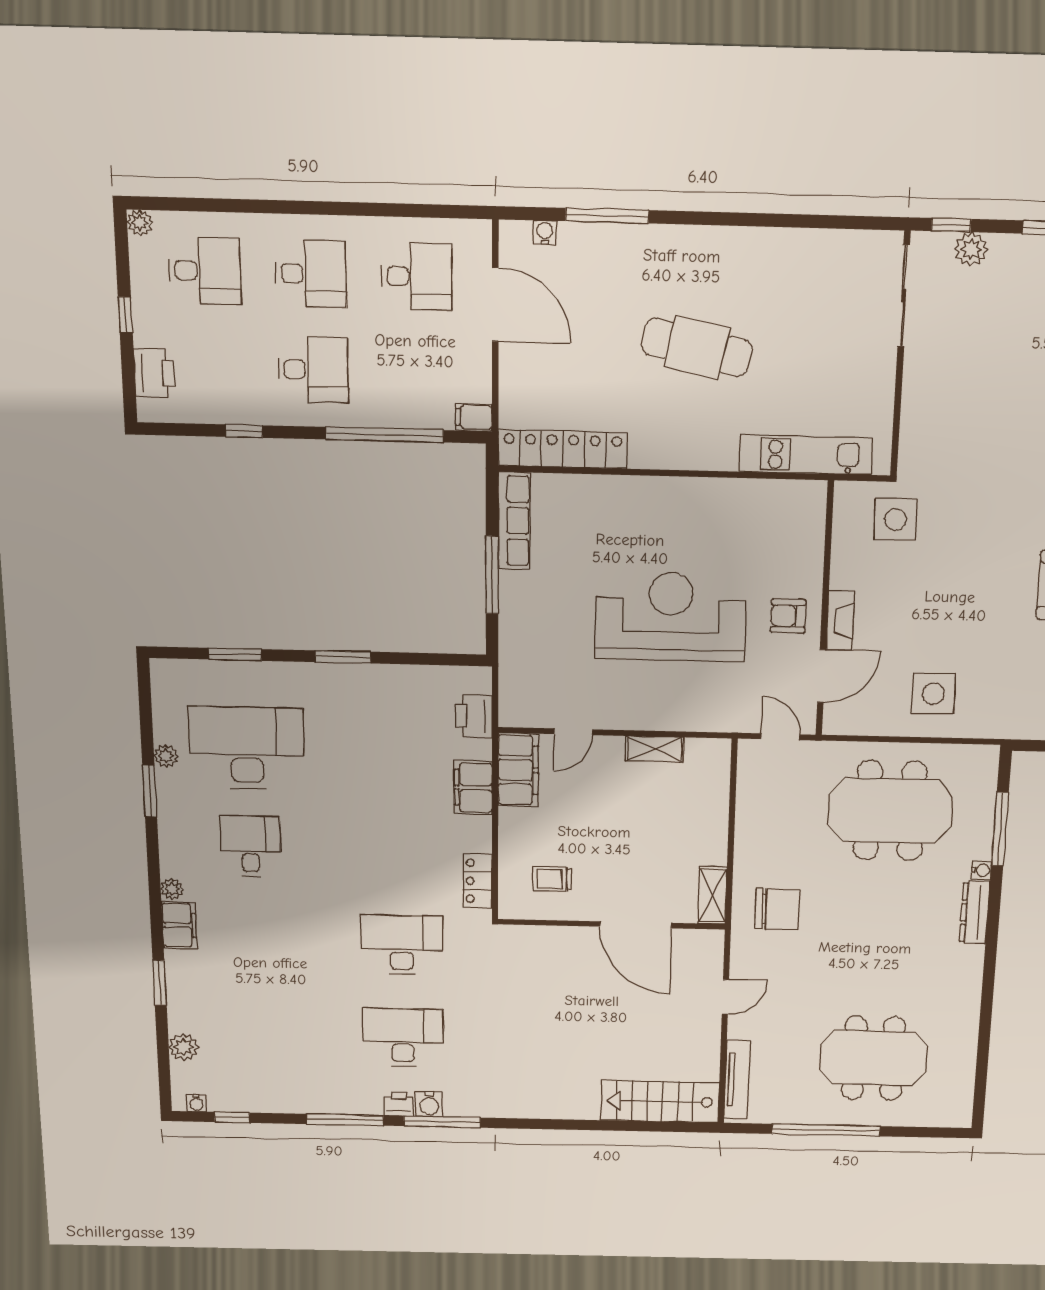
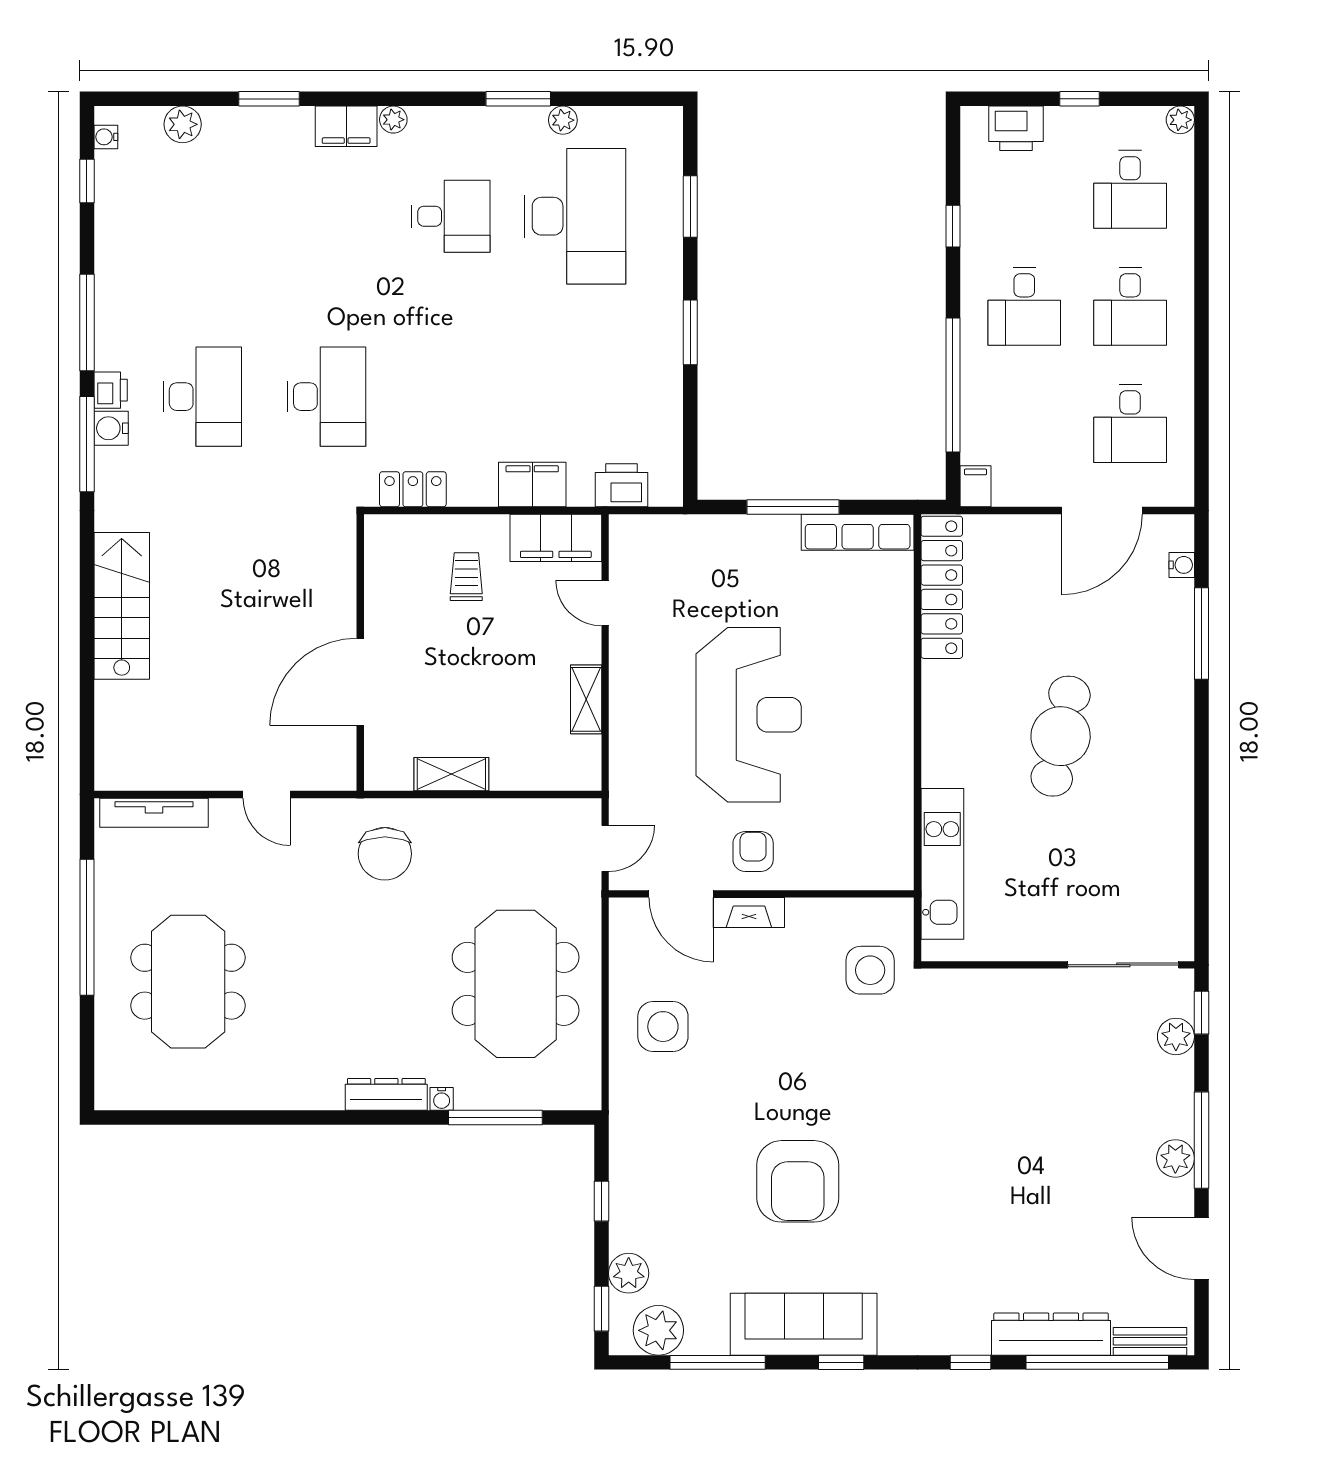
trolley: (552, 879) -> (466, 577), moved
shelving: (712, 895) -> (451, 774), moved
stairs: (660, 1102) -> (122, 606), moved

